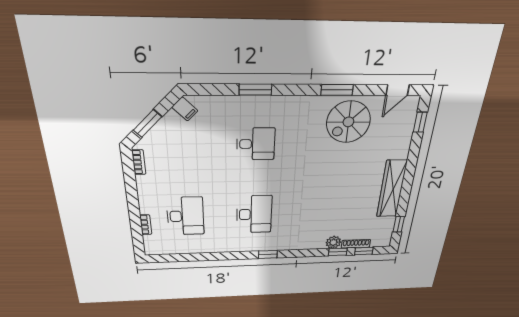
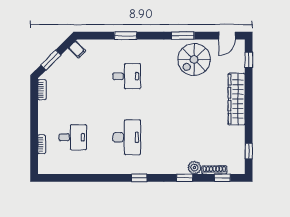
wardrobe: (392, 189) -> (237, 99), moved
desk: (185, 216) -> (73, 137), width x0.73
window: (338, 252) -> (185, 178), moved

